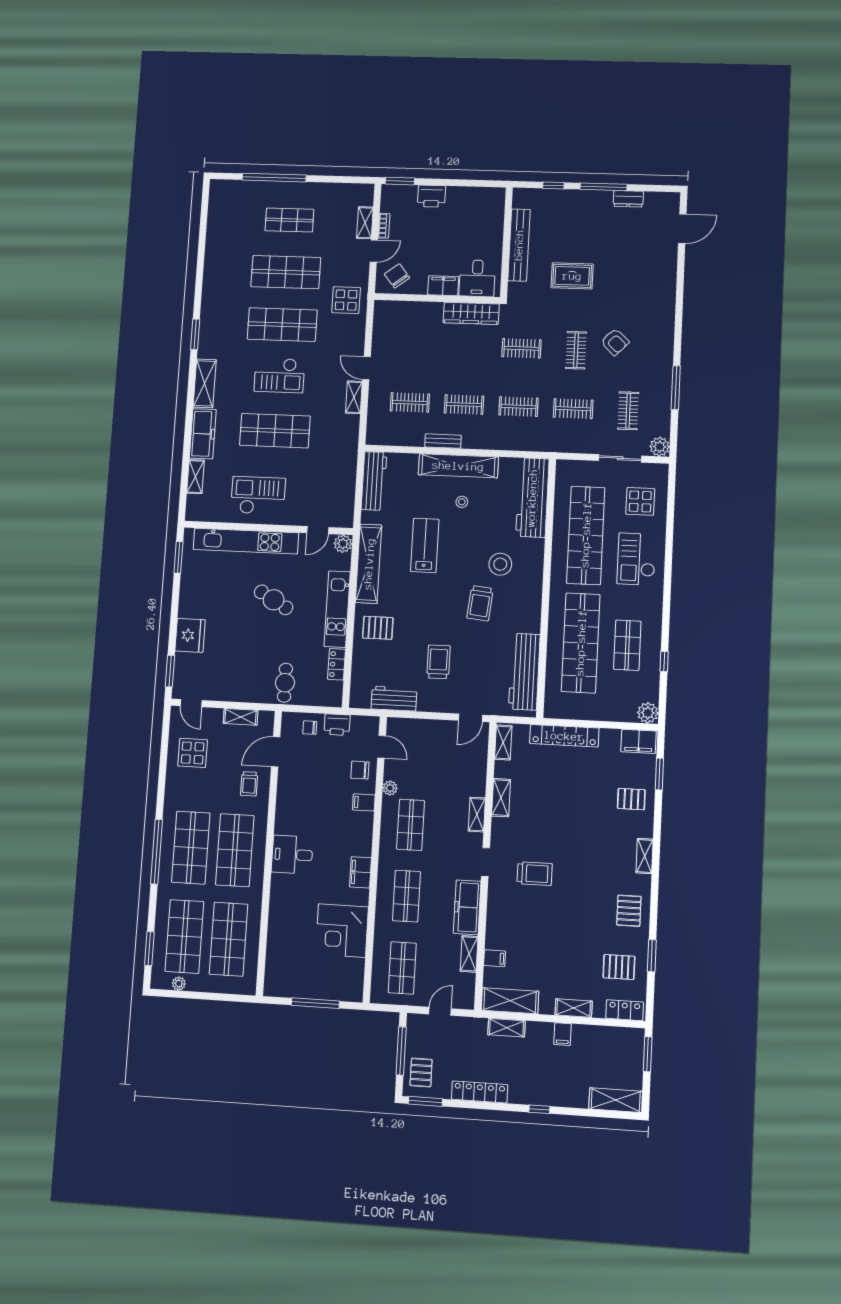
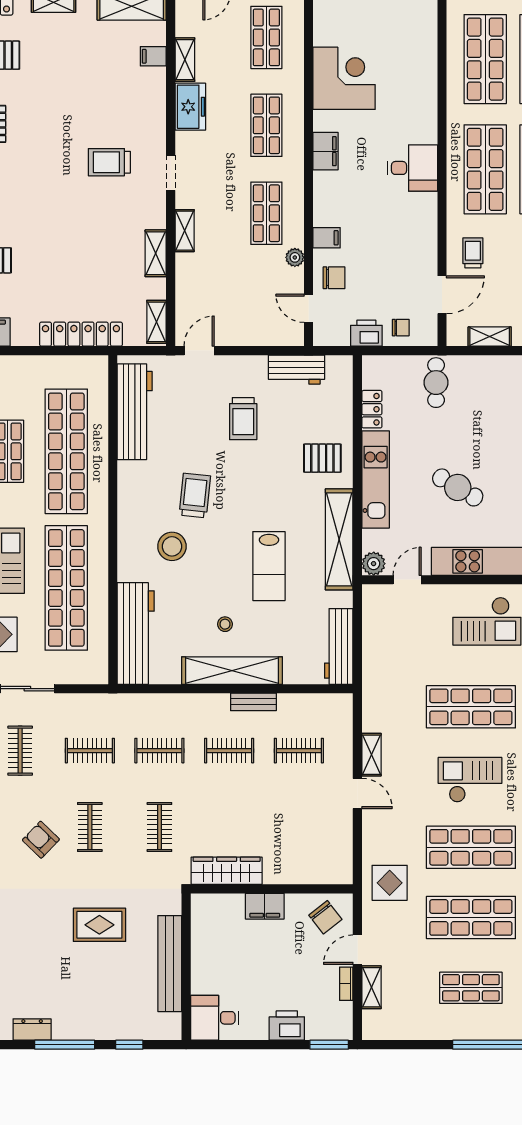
desk: (477, 278) -> (215, 1018), moved, turned -90
clothes rail: (522, 348) -> (159, 827), turned 90
freezer: (467, 907) -> (190, 107), width x0.71

